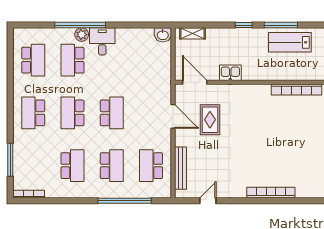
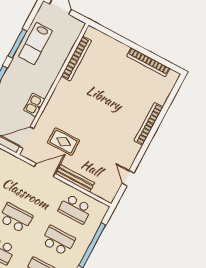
bench: (180, 168) -> (75, 178), moved

